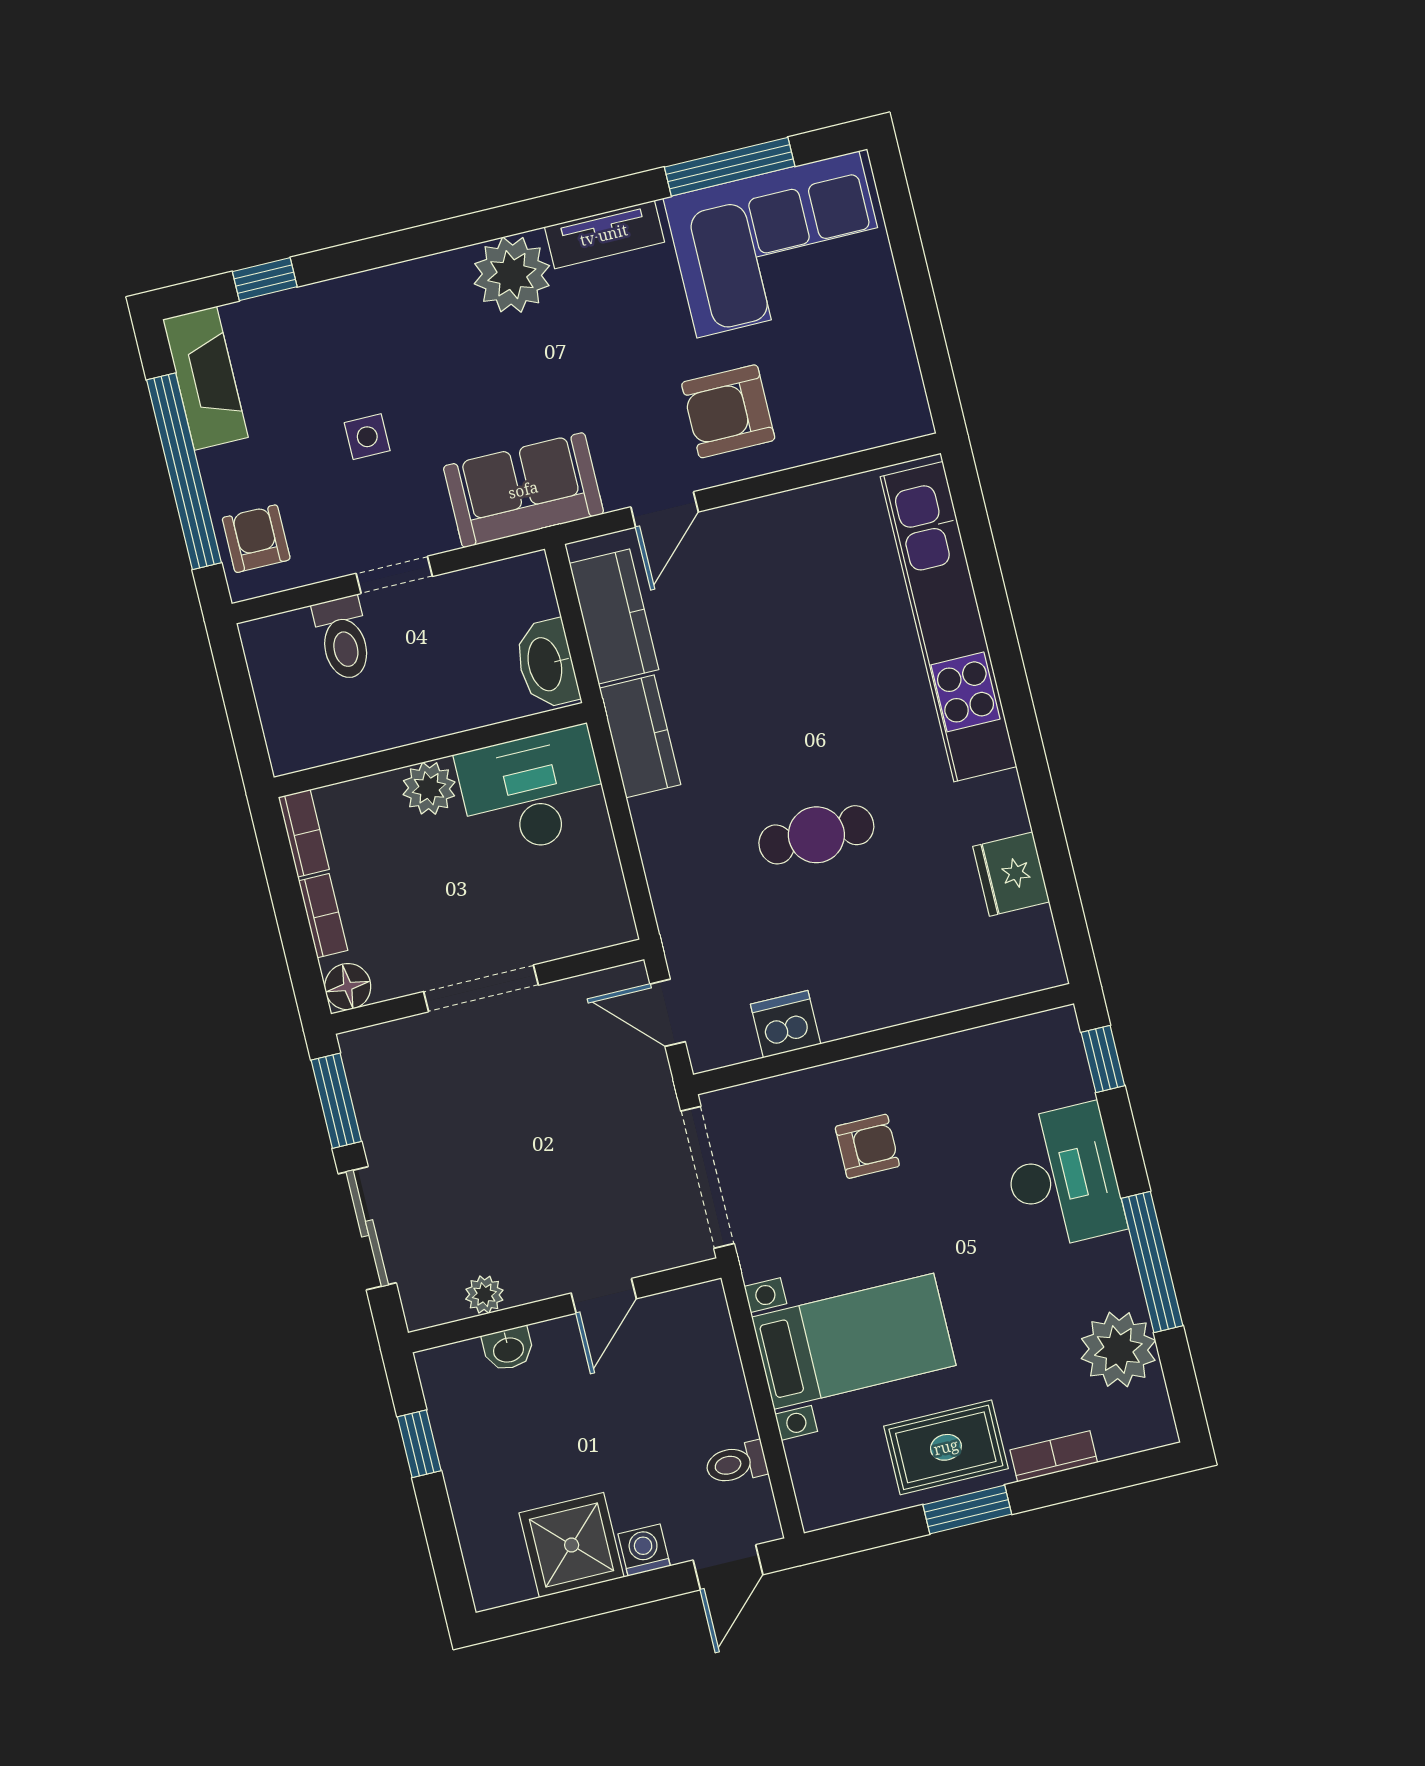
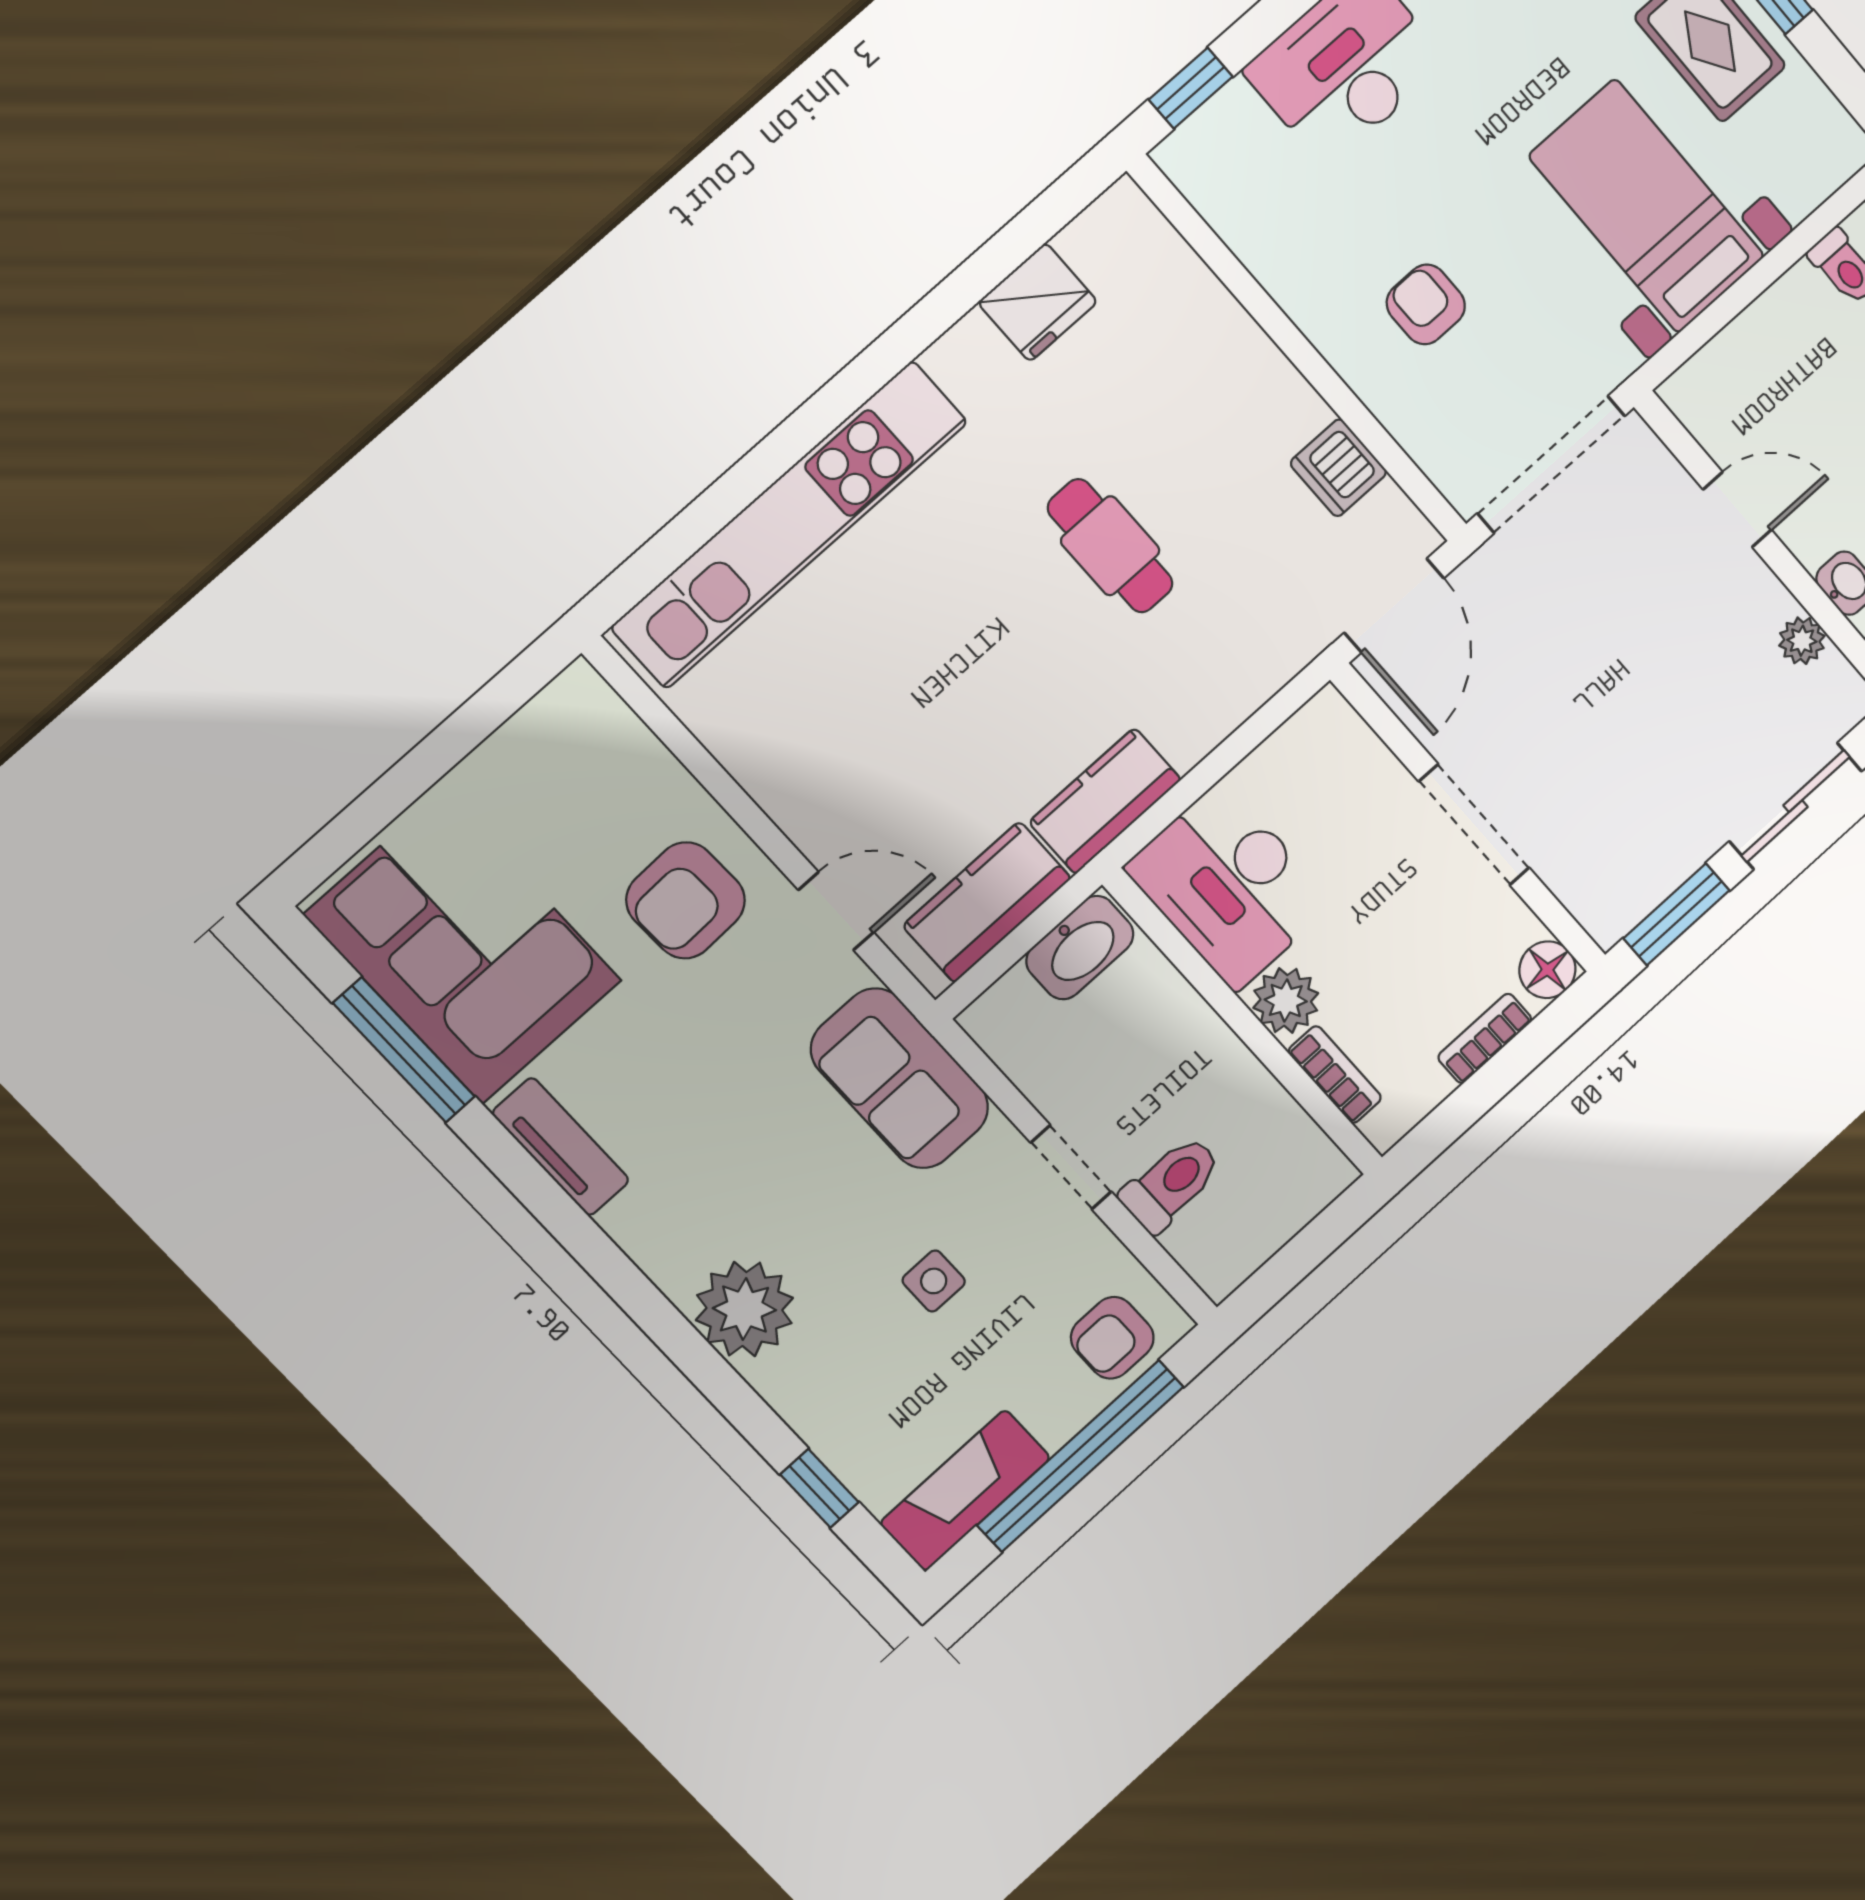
plant: (512, 275) -> (744, 1309), moved
armchair: (728, 411) -> (686, 900), turned 88
bookcase: (304, 833) -> (1335, 1075), moved, turned 90
door: (668, 1013) -> (1394, 605), width x1.38

